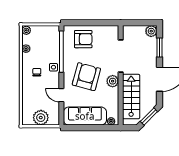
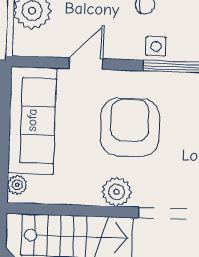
armchair: (86, 77) -> (130, 127), turned -105

